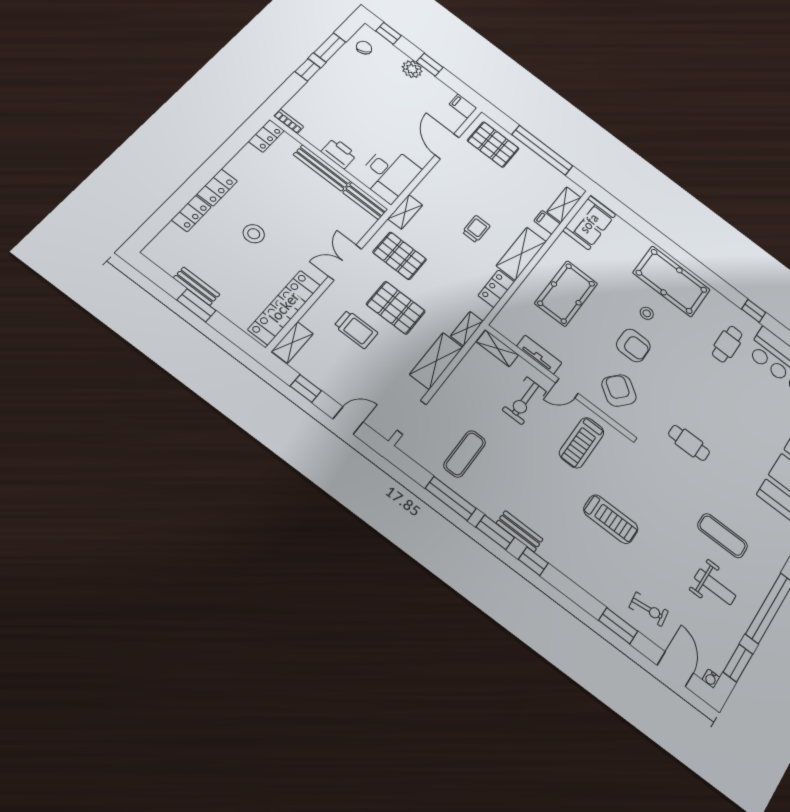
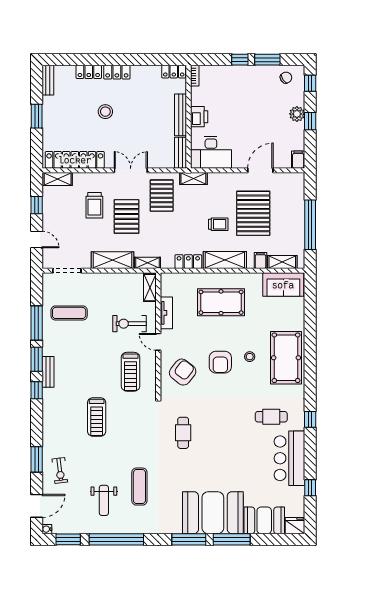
pallet: (493, 145) -> (253, 213), moved, width x1.37, depth x1.41
bench: (197, 286) -> (48, 80), moved
treadmill: (582, 443) -> (131, 372), turned -90

